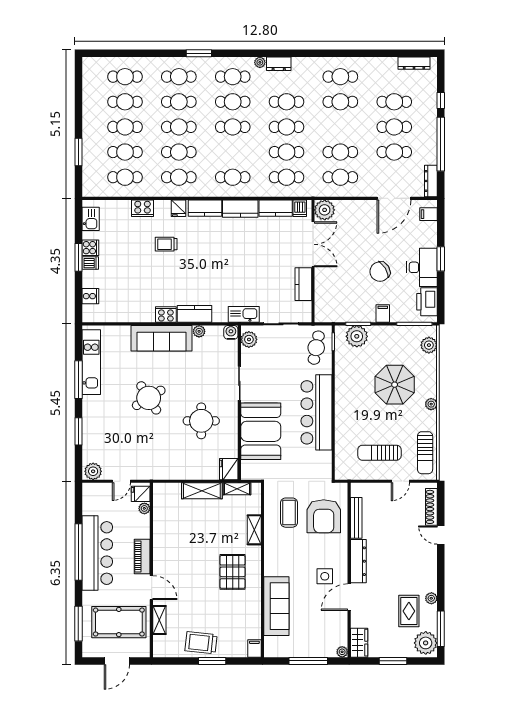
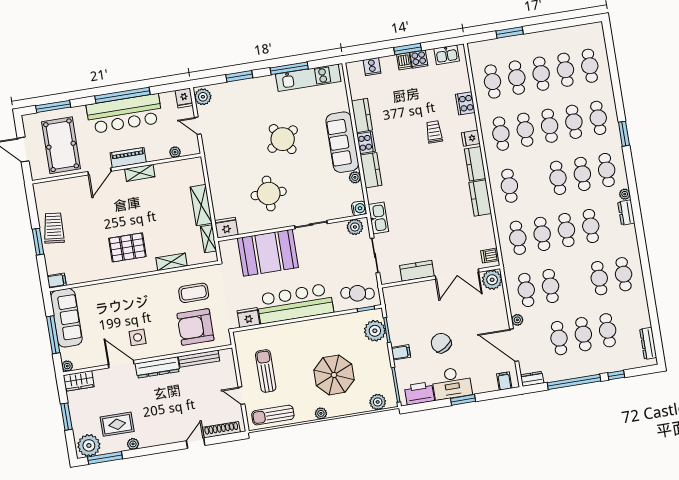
dresser: (431, 181) -> (532, 379), width x0.70
plant: (369, 191) -> (517, 320), added
kitchen counter: (276, 208) -> (362, 116), moved, turned 180
fridge: (323, 461) -> (248, 318), added
fridge: (141, 494) -> (184, 98), moved, turned 180
sofa: (276, 606) -> (66, 318), moved, turned -90
shelving: (159, 620) -> (140, 173), moved

